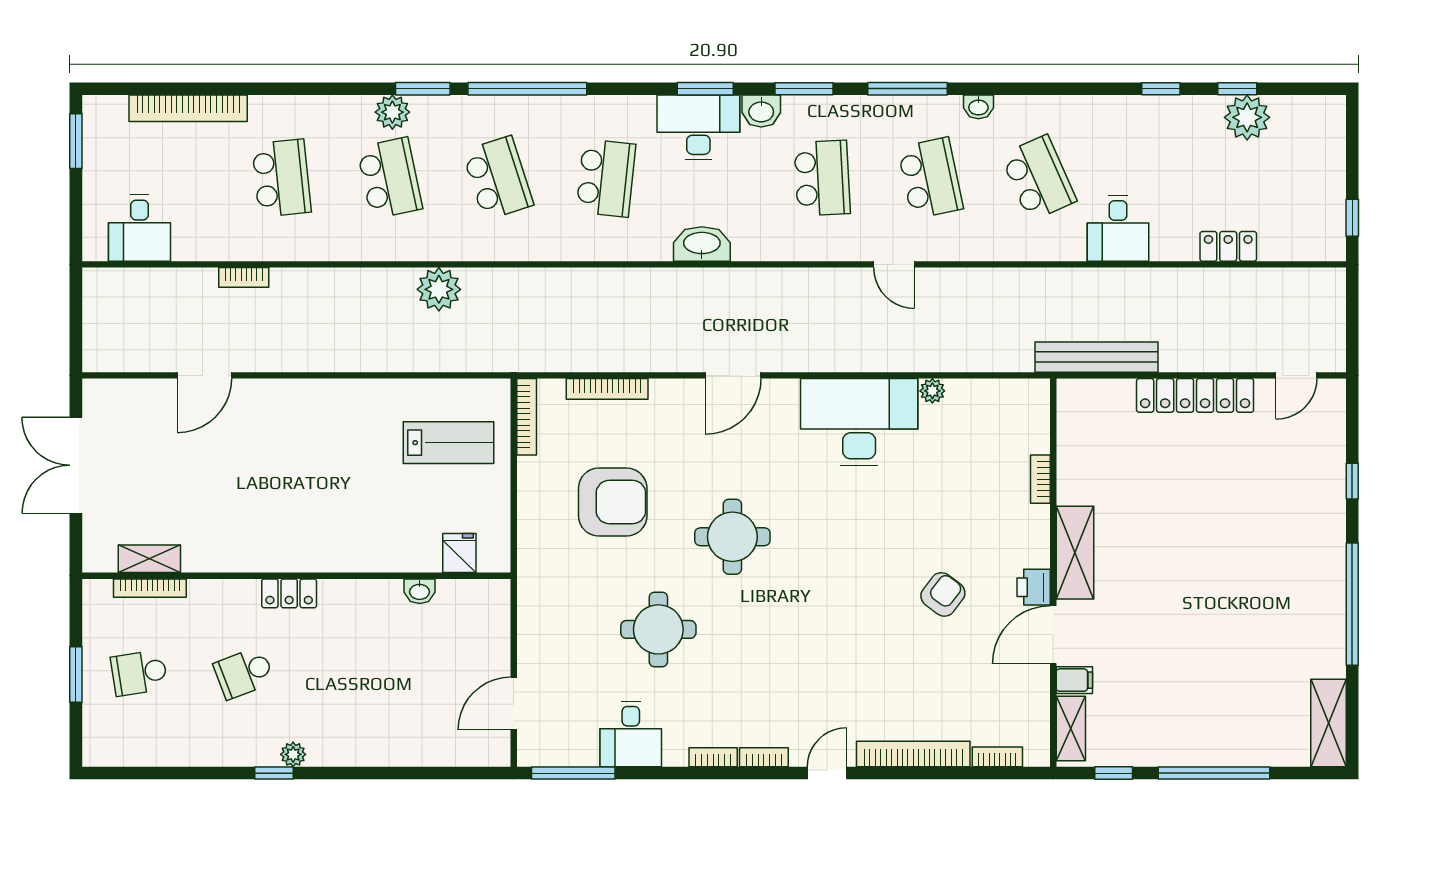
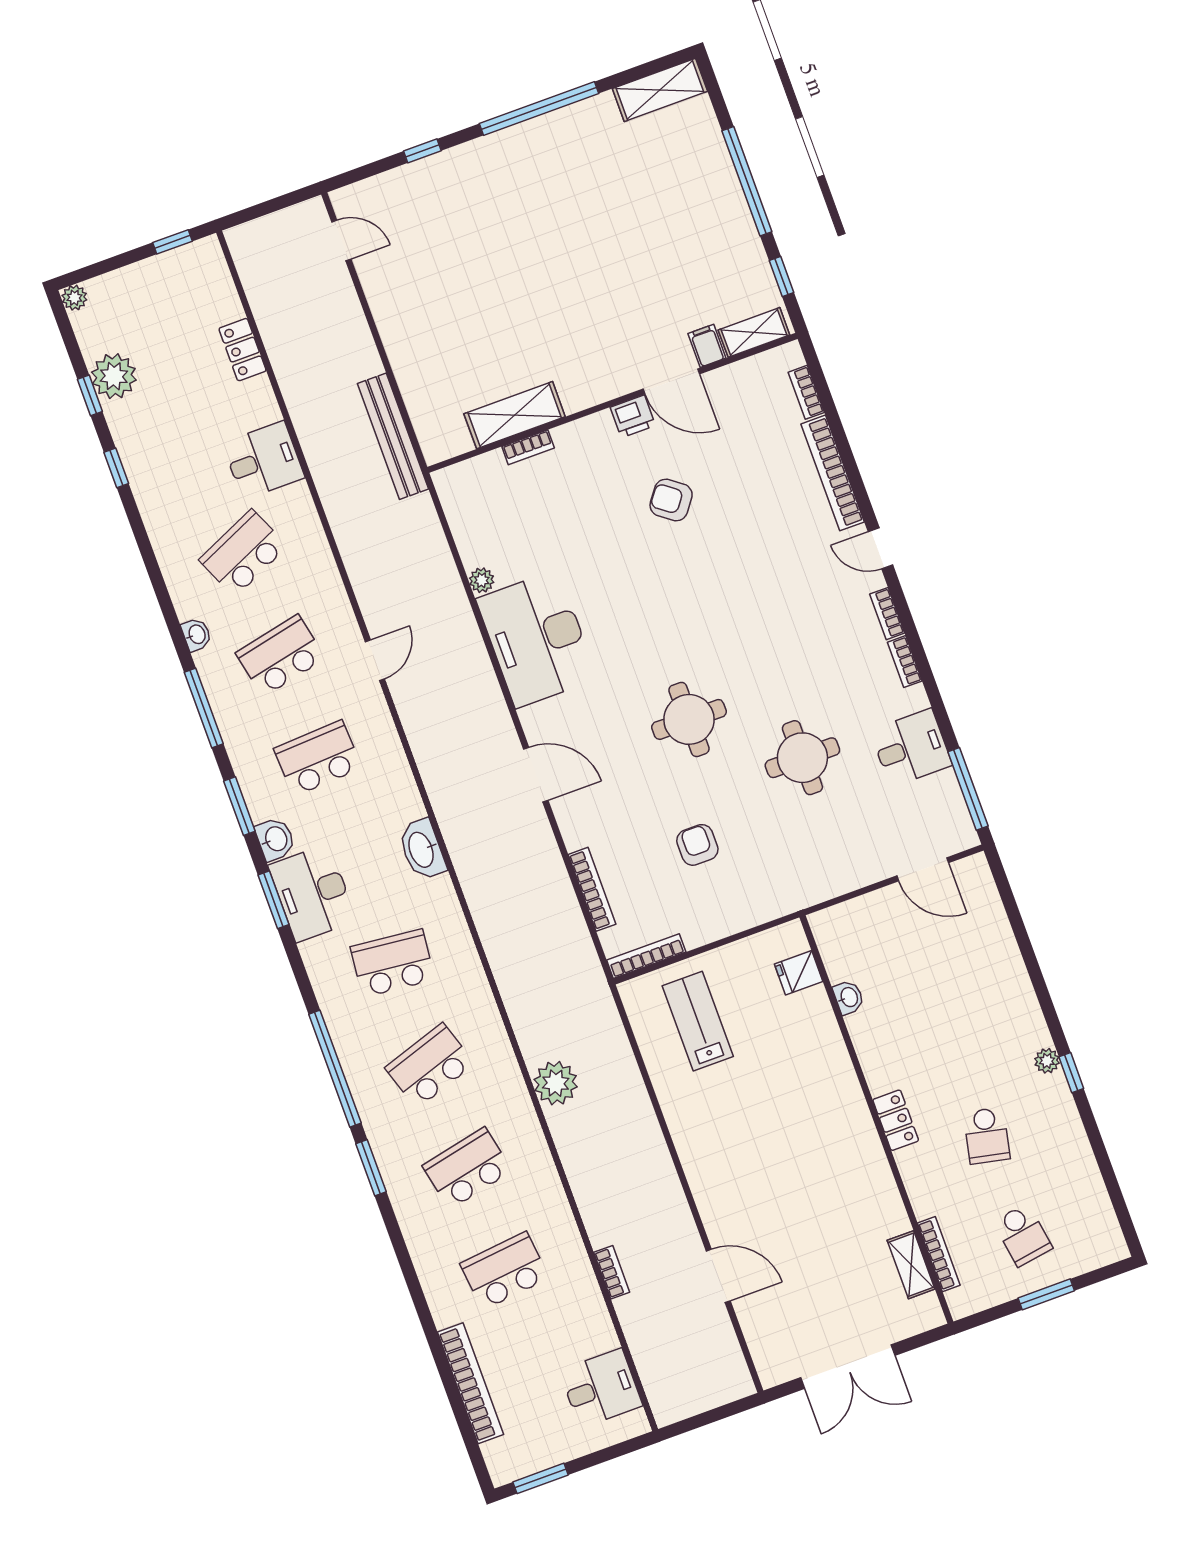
plant: (392, 112) -> (74, 298), moved, width x0.73, depth x0.73
locker: (1195, 395) -> (395, 330), removed
armchair: (613, 502) -> (697, 845), width x0.53, depth x0.53
shelving: (1075, 553) -> (515, 415), moved
school desk: (244, 673) -> (987, 1136), turned 33

